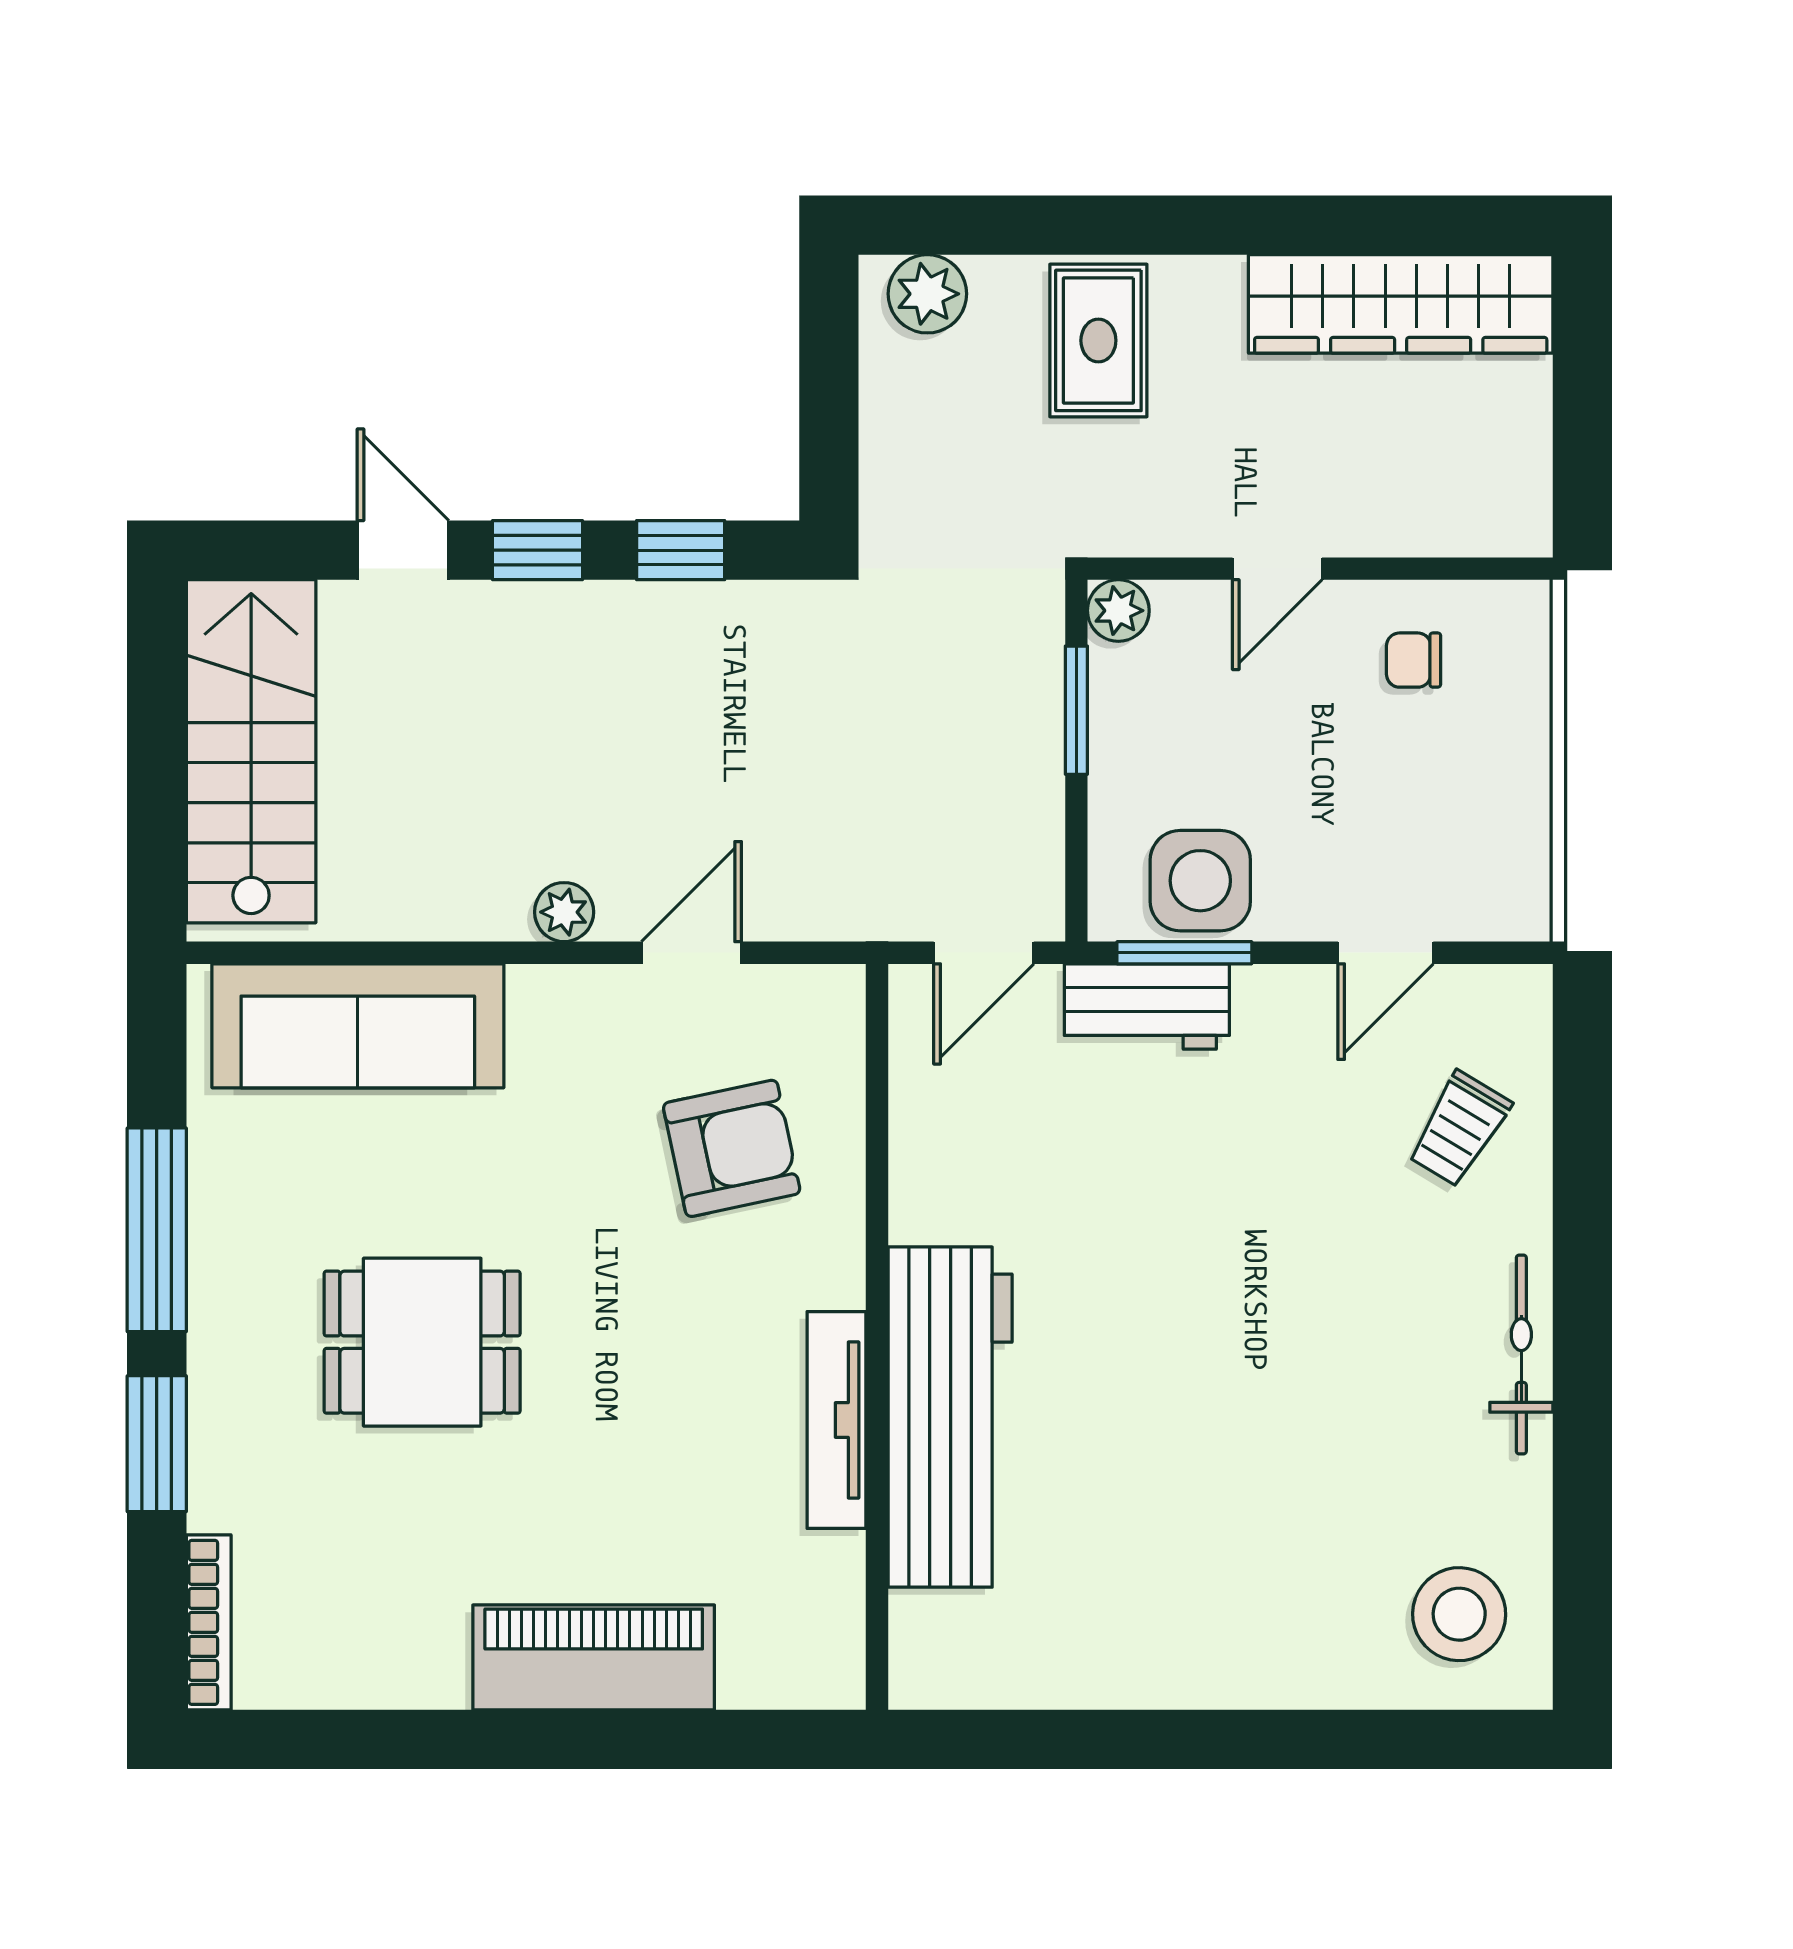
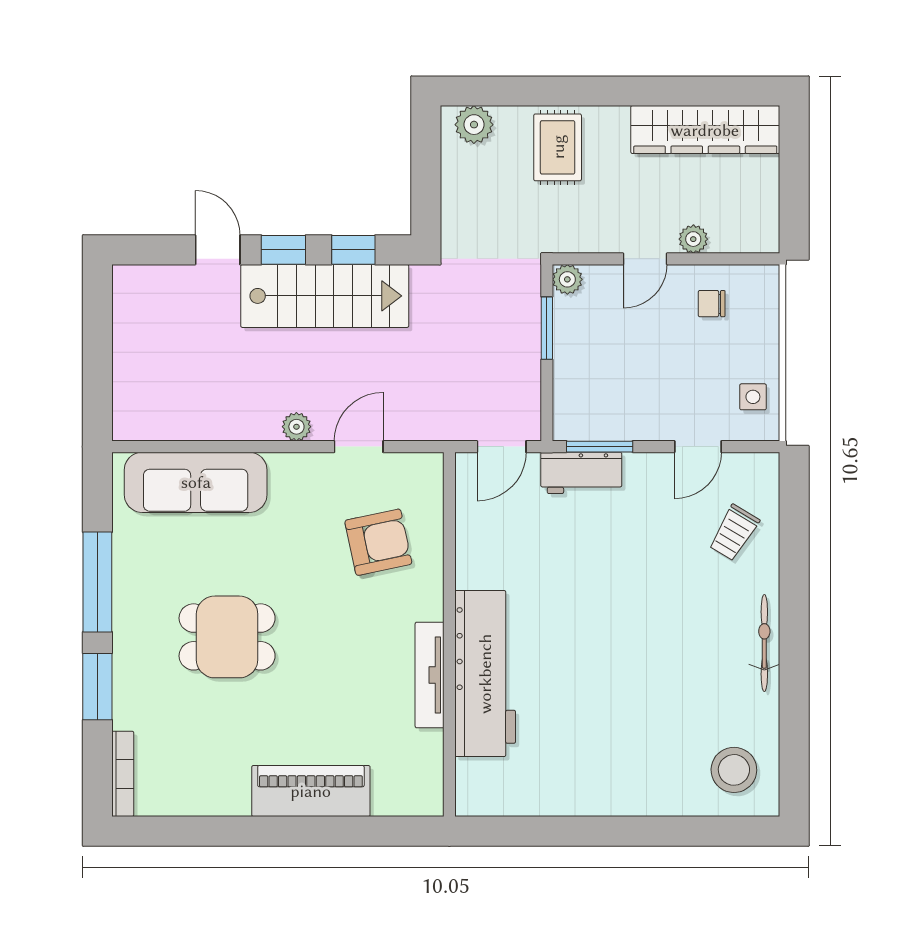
plant: (1376, 528) -> (693, 239), added
stairs: (251, 751) -> (325, 296), moved, turned 90
side table: (1200, 881) -> (753, 397), moved, width x0.54, depth x0.54

